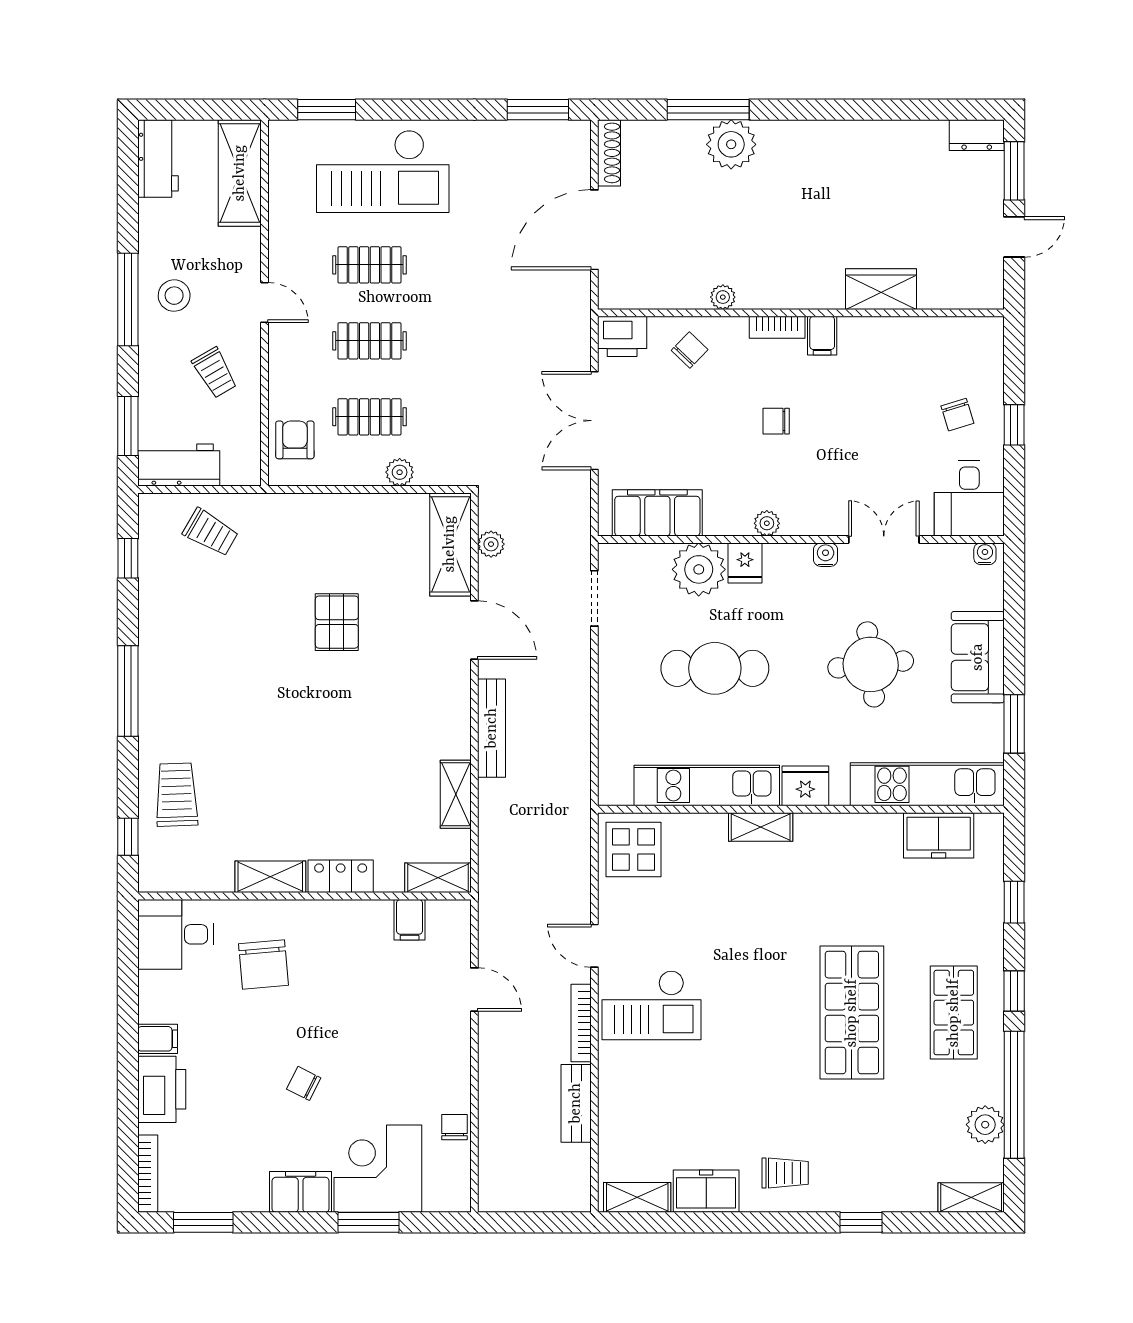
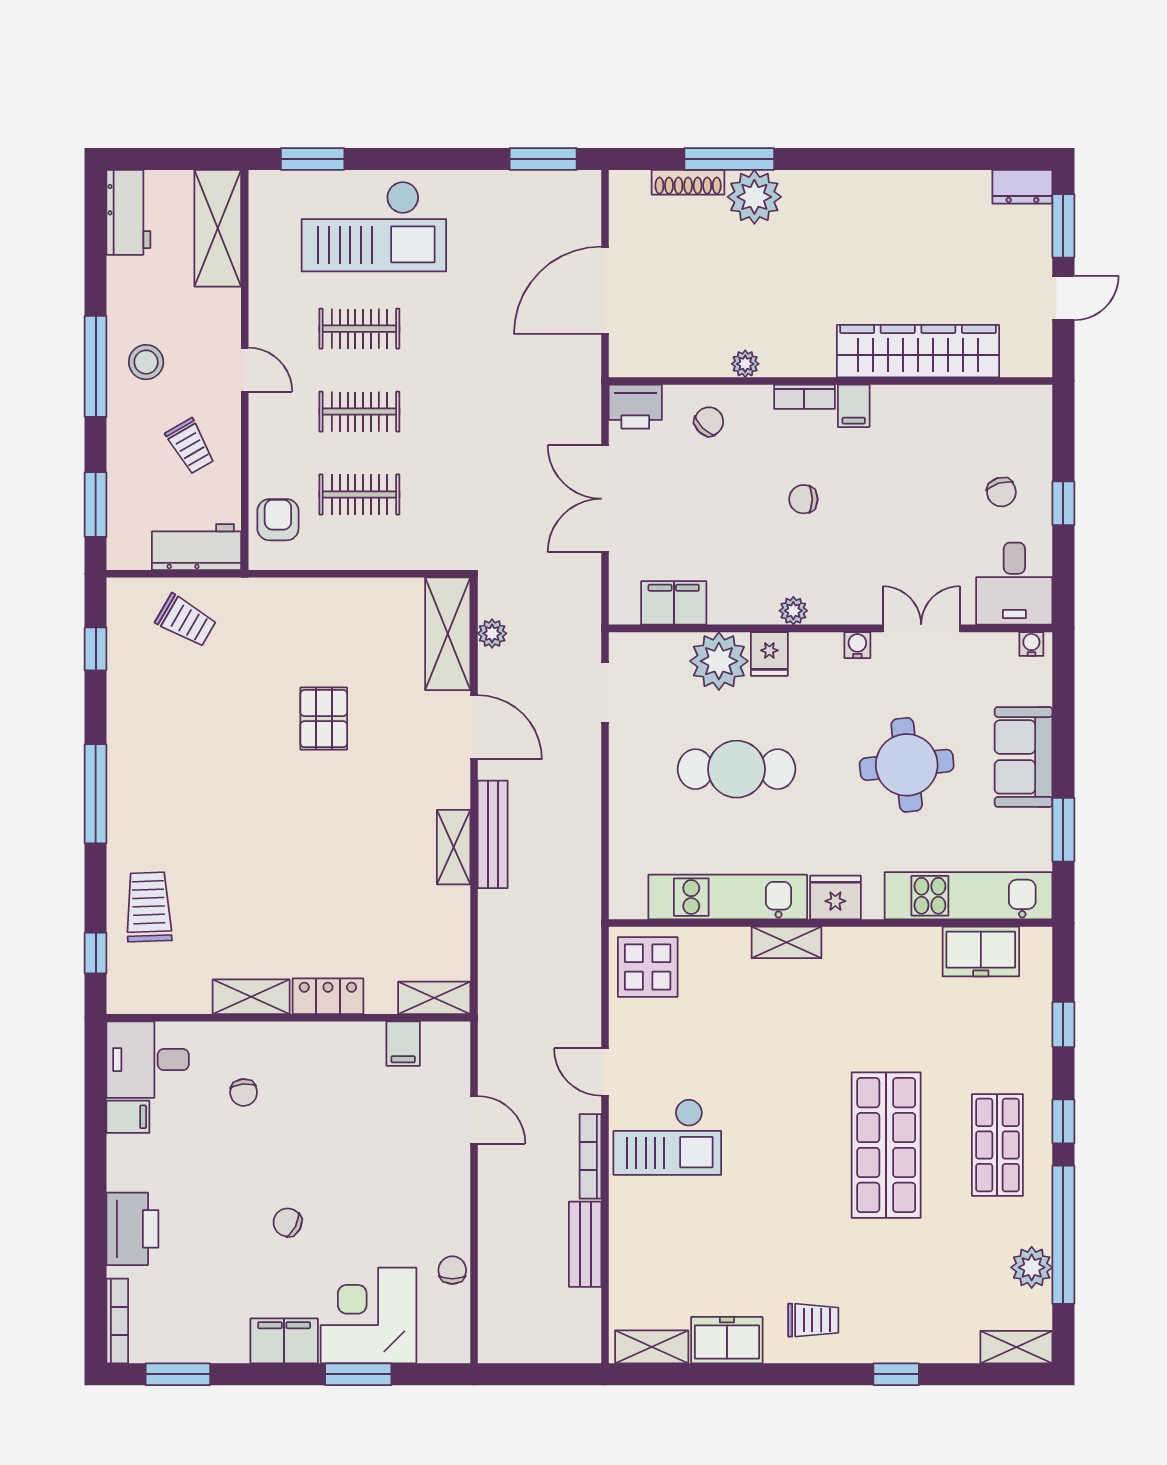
shoe rack: (609, 153) -> (688, 182), moved, turned 90
wardrobe: (881, 289) -> (918, 351), width x2.10, depth x1.17
workbench: (179, 465) -> (196, 547), moved
plant: (400, 472) -> (392, 555), removed
filing cabinet: (657, 513) -> (674, 603), width x0.67, depth x0.86
shelving: (456, 794) -> (454, 847), moved
chair: (263, 964) -> (244, 1092), width x0.54, depth x0.54
filing cabinet: (158, 1039) -> (128, 1117), moved

